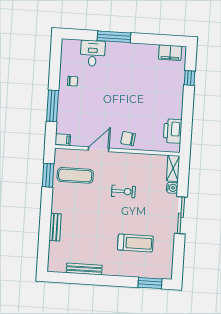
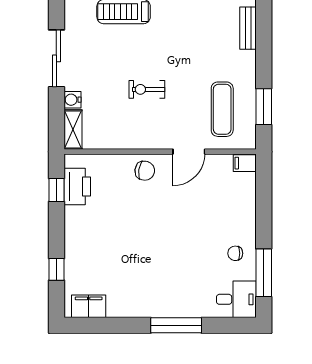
desk: (93, 53) -> (236, 299), moved, turned -90
window: (52, 106) -> (264, 273), moved
window: (186, 130) -> (56, 190), added
exercise mat: (75, 175) -> (222, 109), turned 90

